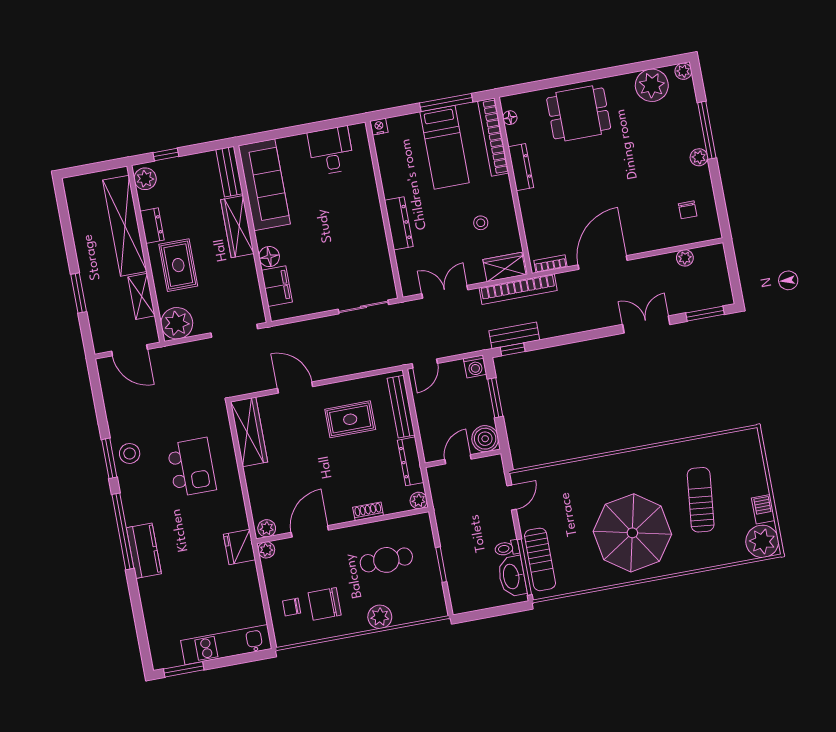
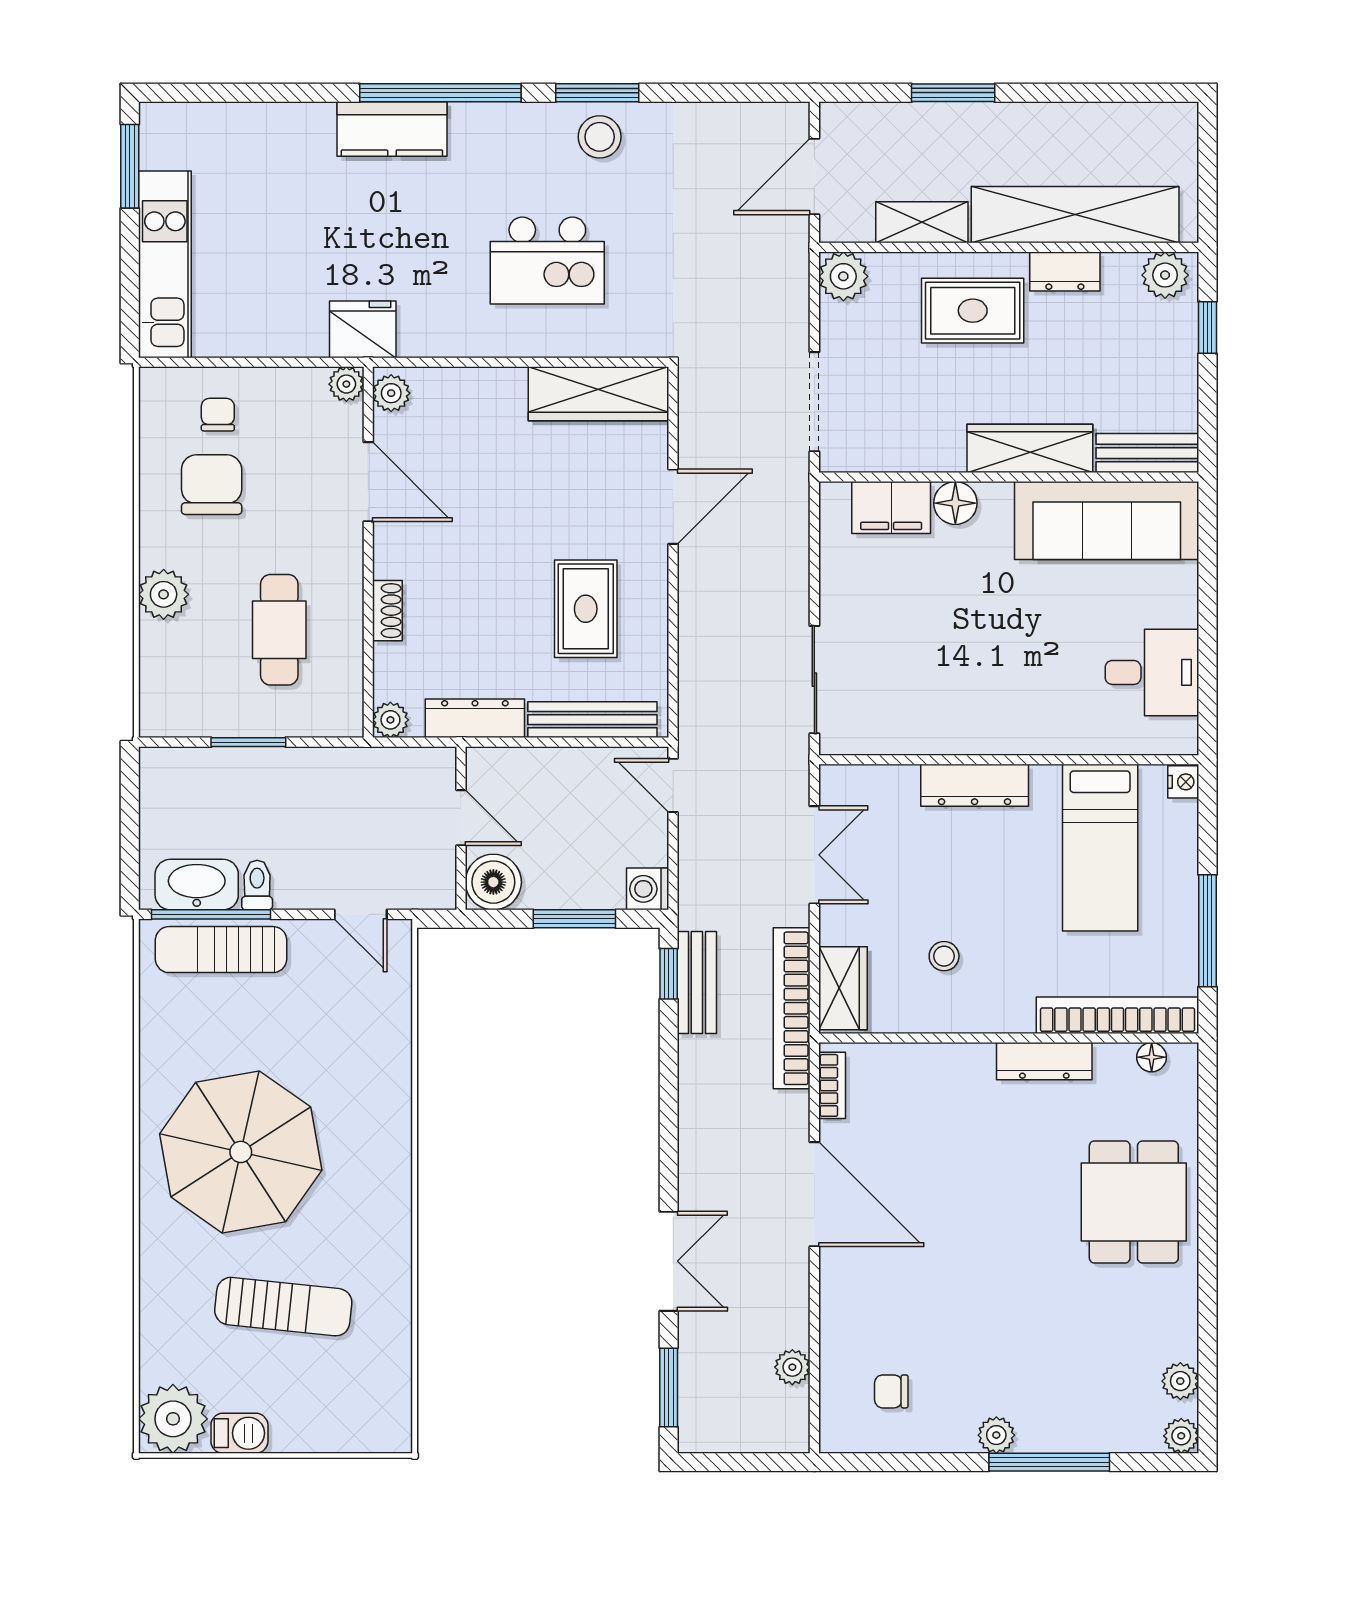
plant: (652, 85) -> (1180, 1381), width x0.53, depth x0.53
bed: (445, 147) -> (1100, 848), moved, turned -90
plant: (177, 323) -> (843, 276), width x0.73, depth x0.73

